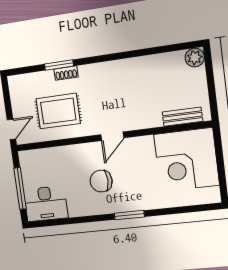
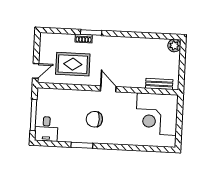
window: (59, 65) -> (91, 33), moved
door: (112, 136) -> (108, 89), swing flipped
desk: (46, 204) -> (46, 129), width x0.73
window: (129, 215) -> (82, 145), moved

